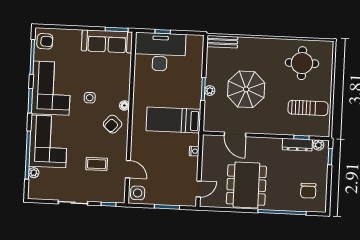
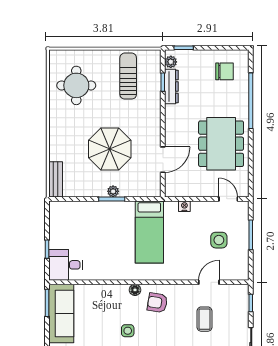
desk: (160, 52) -> (66, 265), width x0.53, depth x0.77
armchair: (113, 124) -> (157, 303), turned 147
dining table: (246, 185) -> (221, 144), turned 90
side table: (138, 193) -> (219, 240), moved

